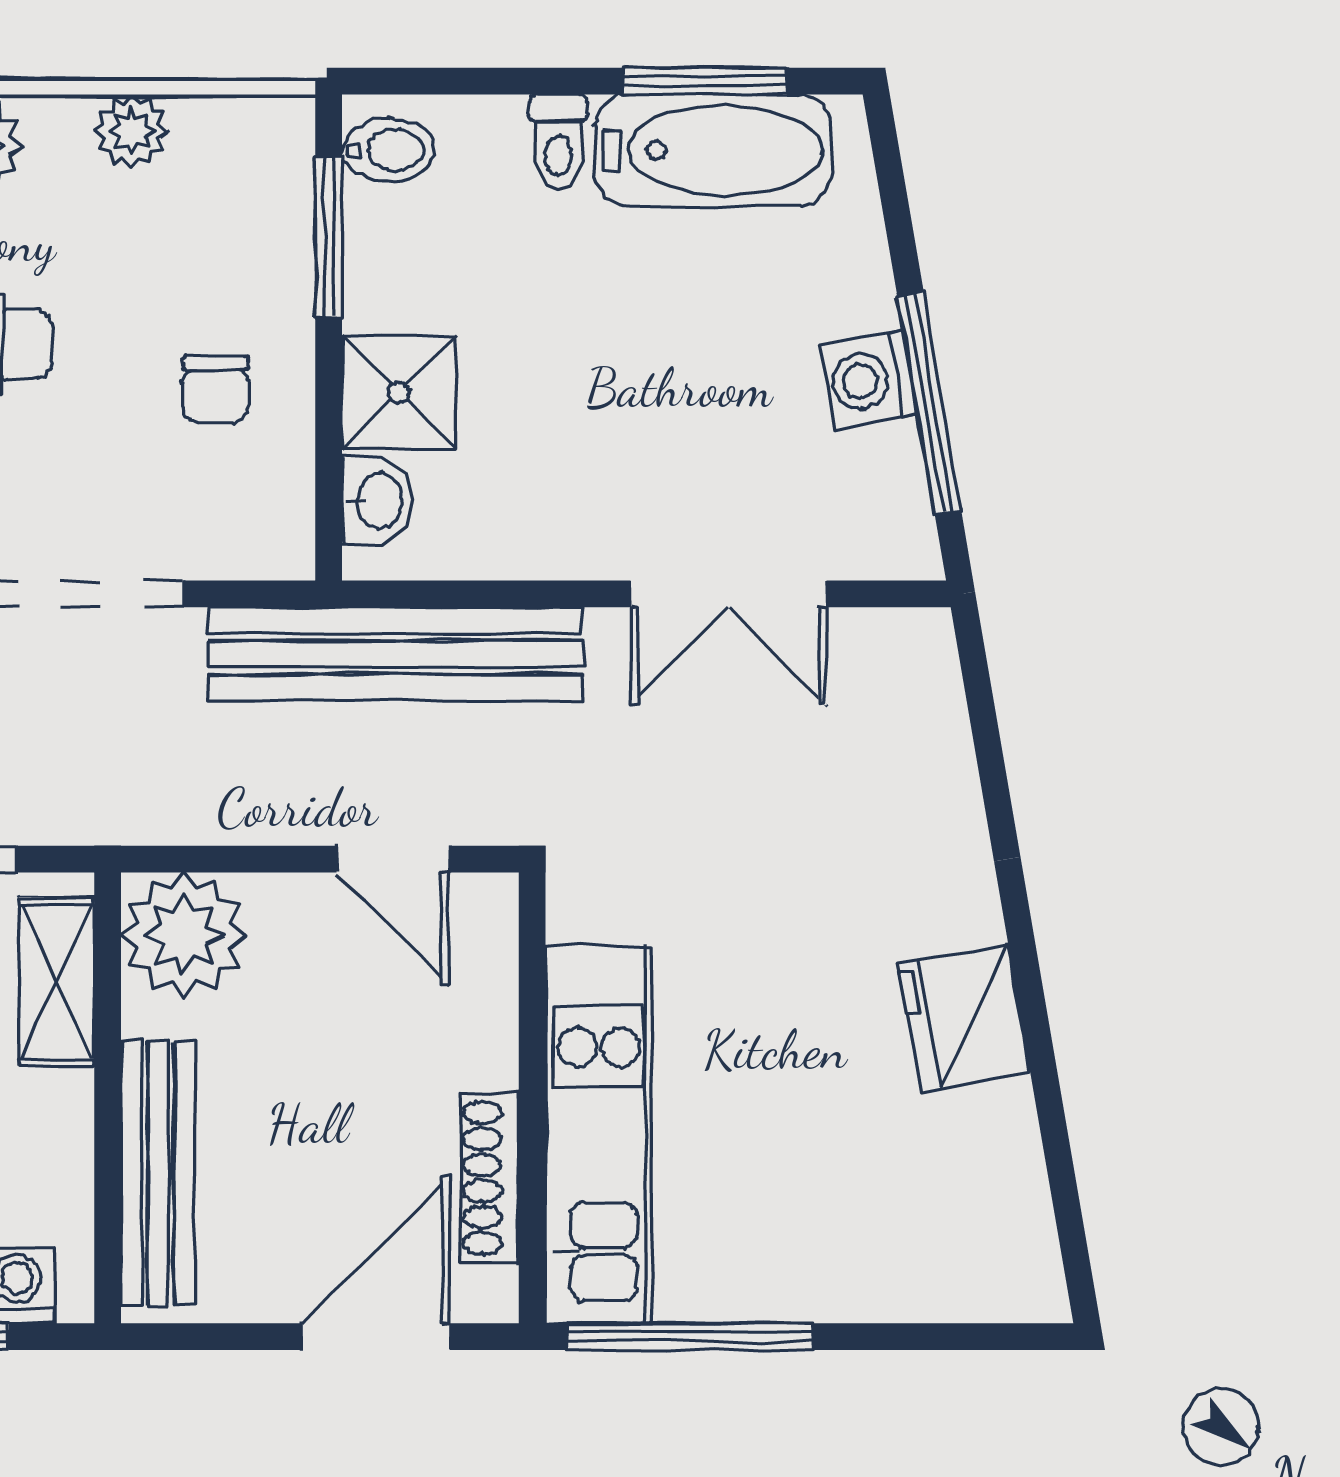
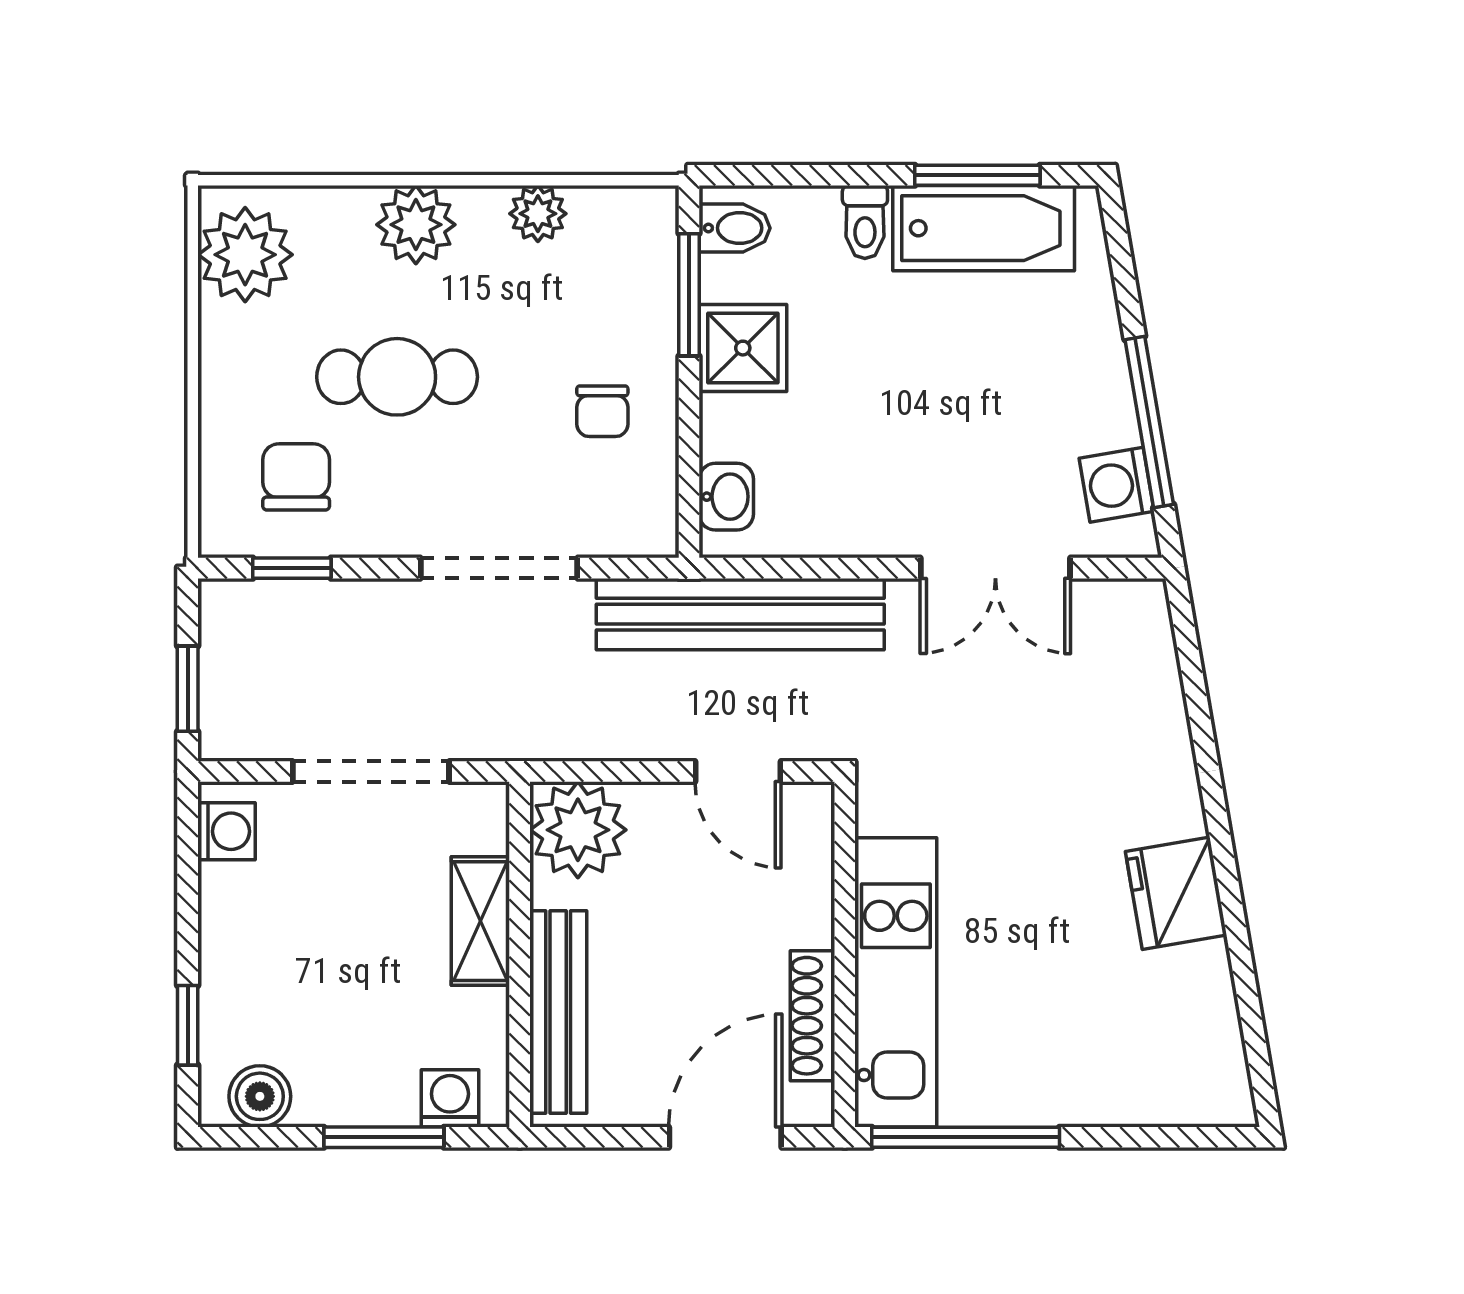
washing machine: (869, 380) -> (1117, 485), moved
shower: (399, 393) -> (743, 348), moved
shelving: (57, 982) -> (480, 921), moved

